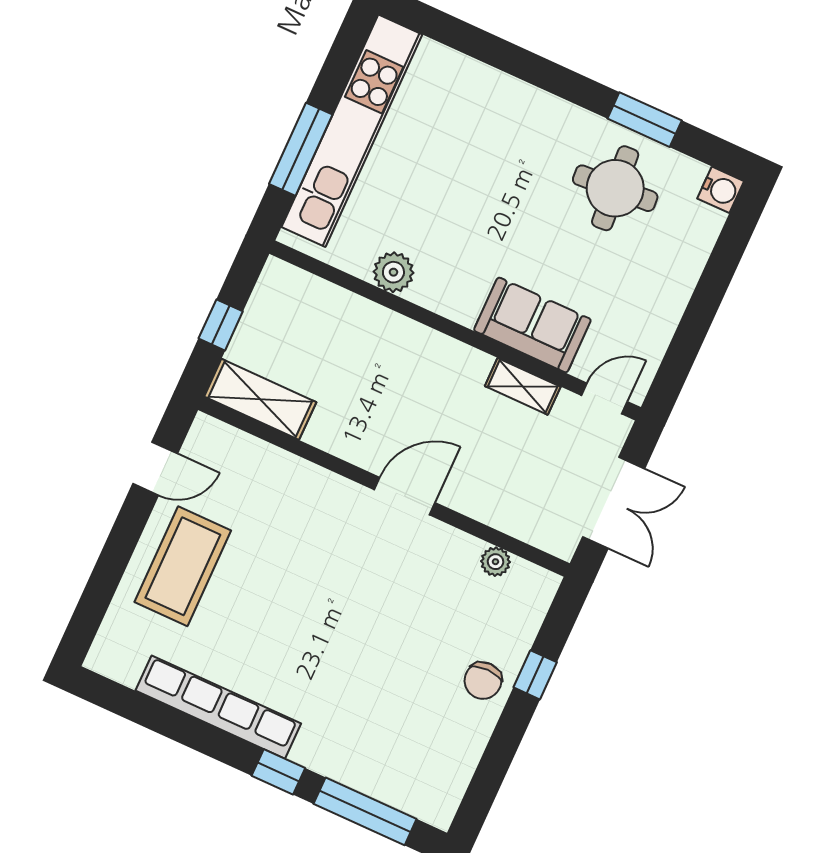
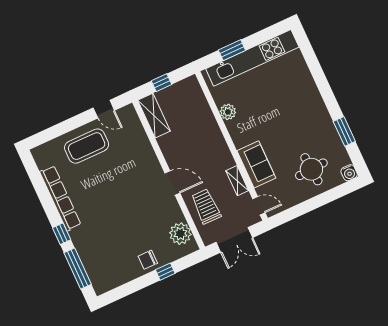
window: (301, 149) -> (232, 50), width x0.69
round table: (615, 188) -> (311, 169), moved
trolley: (506, 486) -> (206, 206), added
plant: (496, 562) -> (180, 234), width x1.87, depth x1.87

